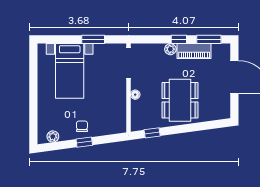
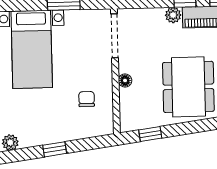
chair: (82, 126) -> (87, 99), moved

